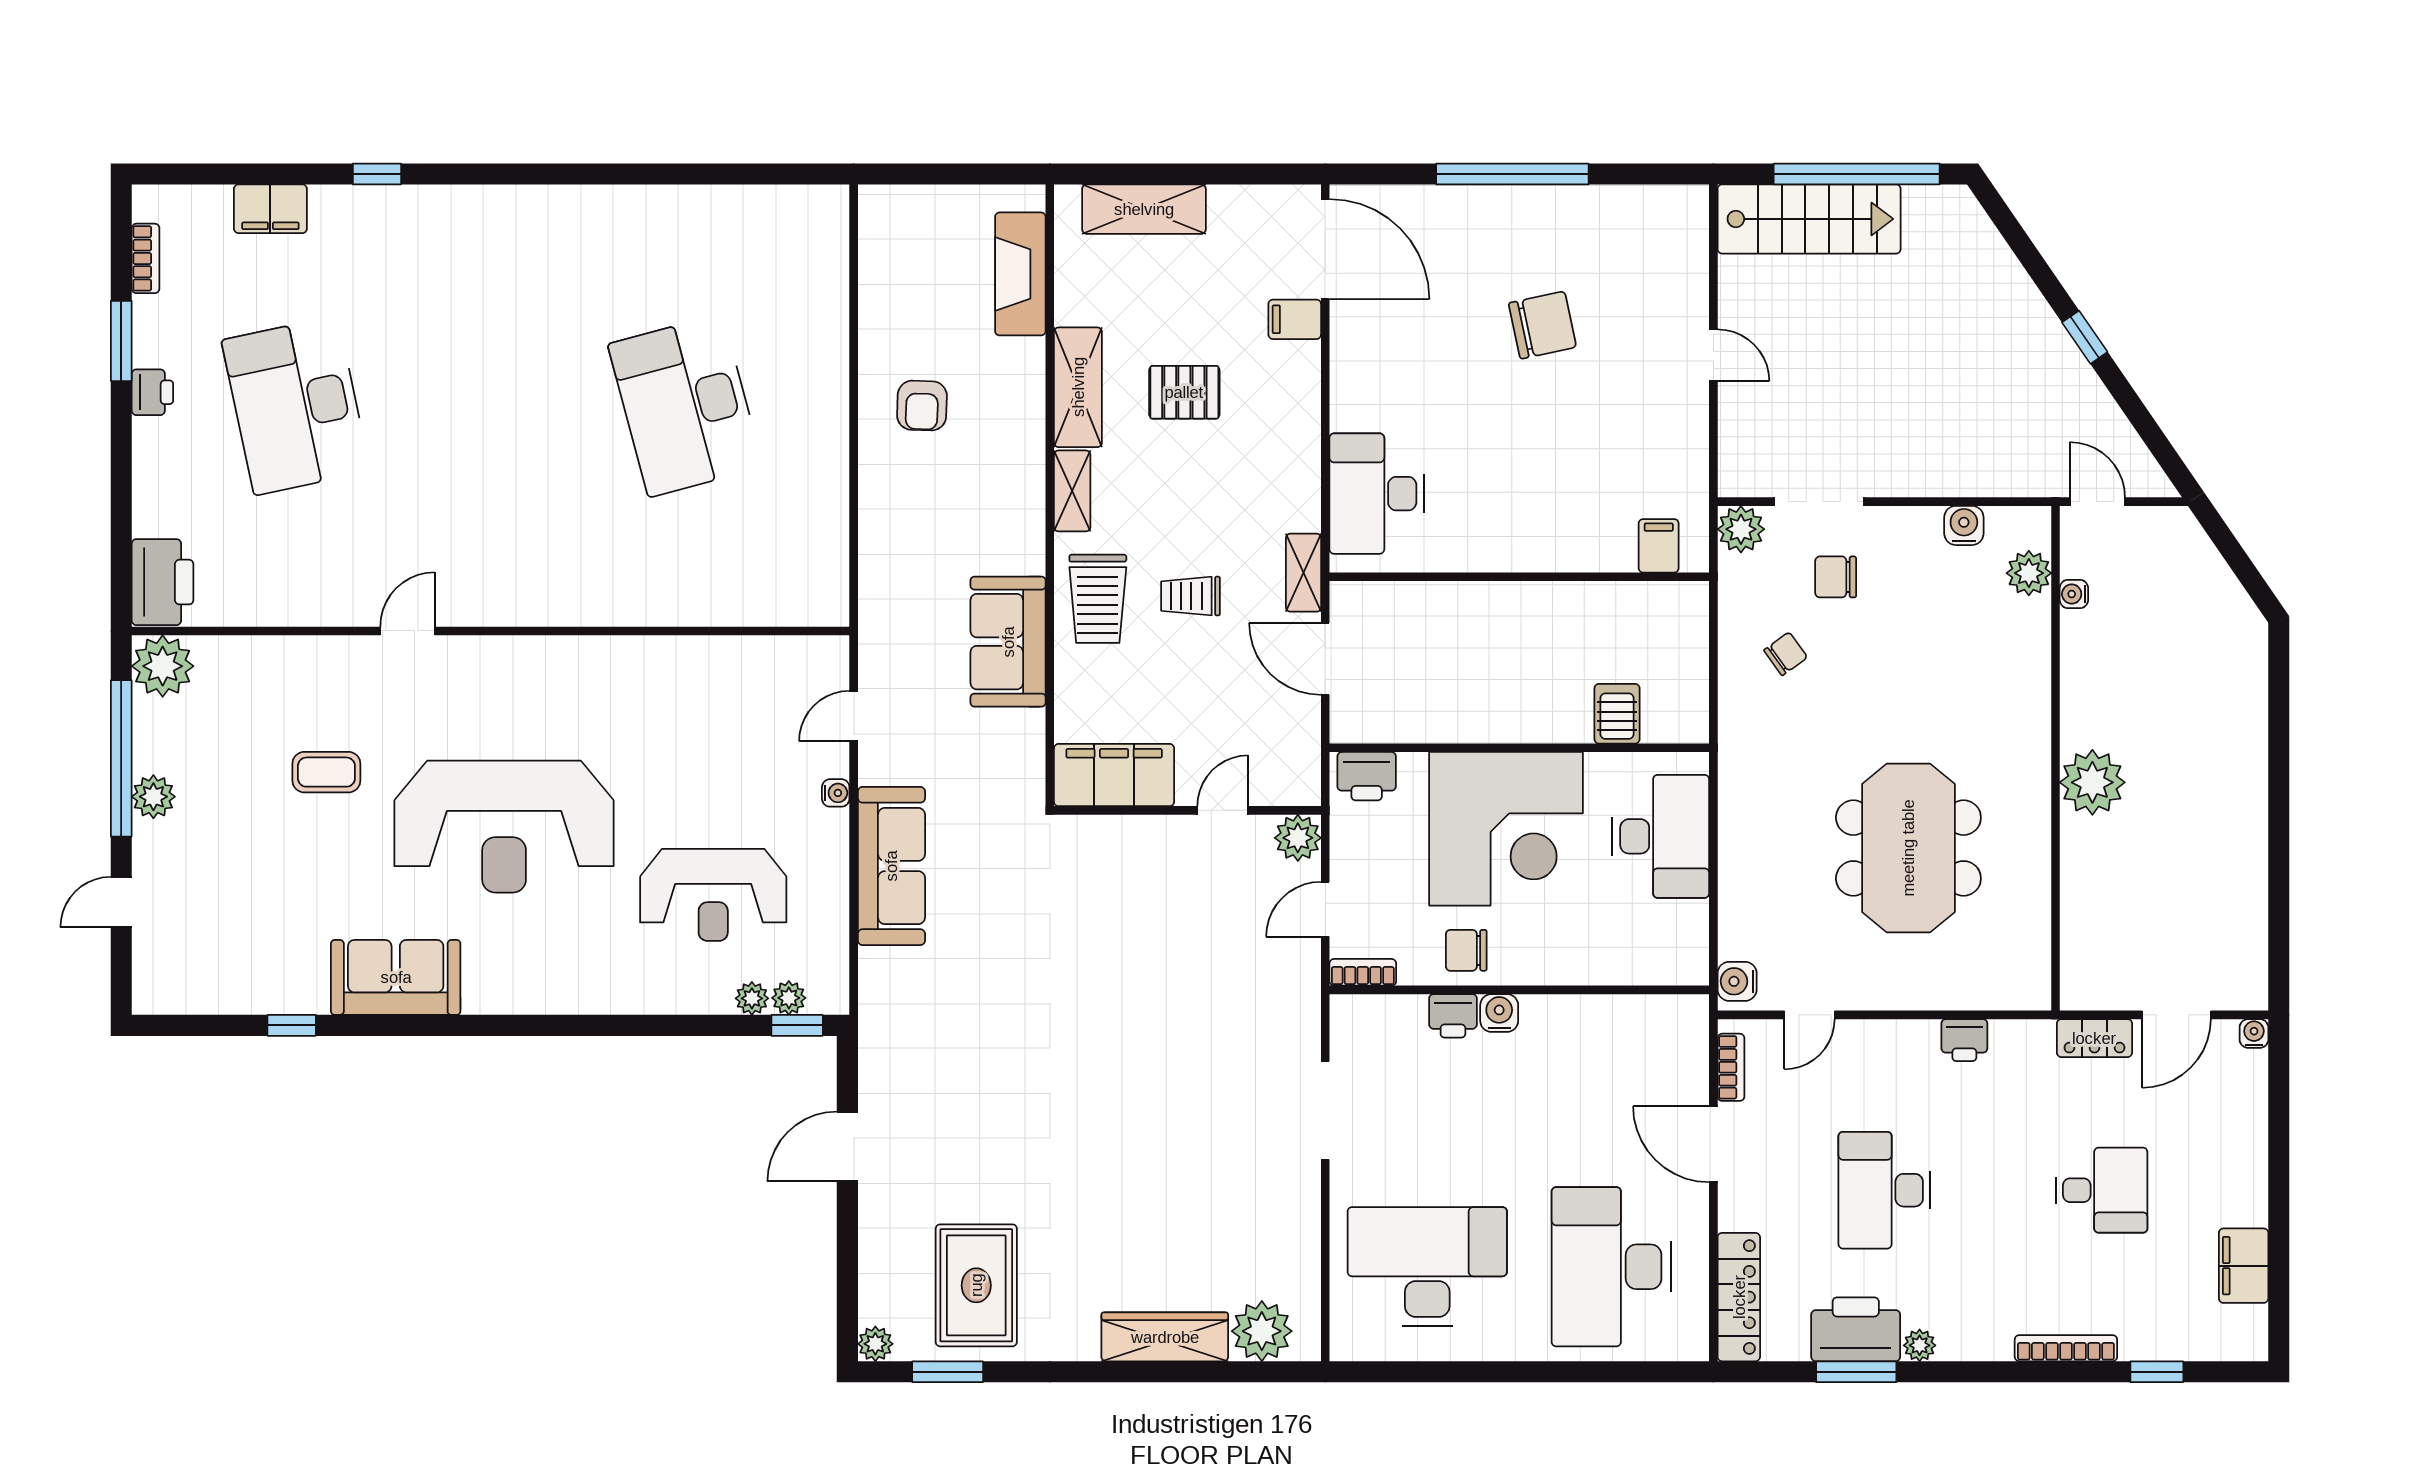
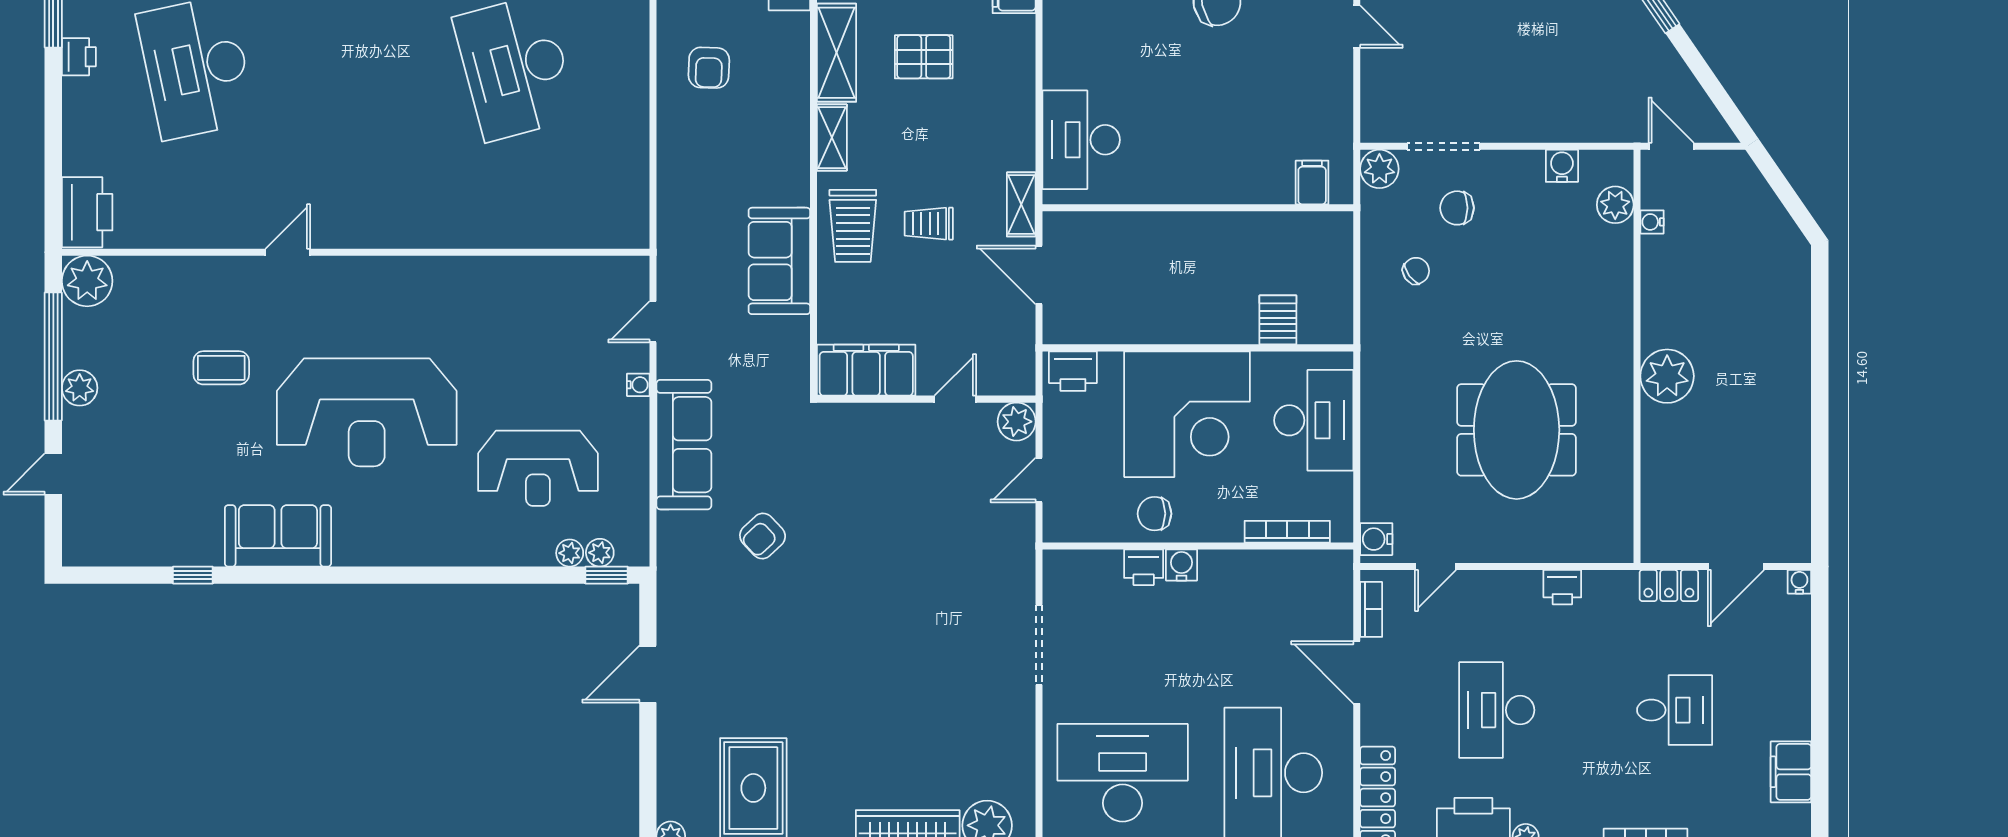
bookcase: (1363, 972) -> (1287, 532), moved, width x1.56
armchair: (988, 978) -> (763, 536), added

